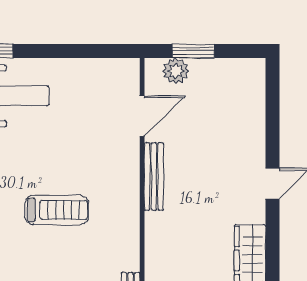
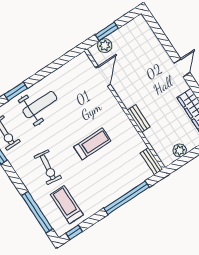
bench: (154, 177) -> (139, 119), moved, width x0.73

